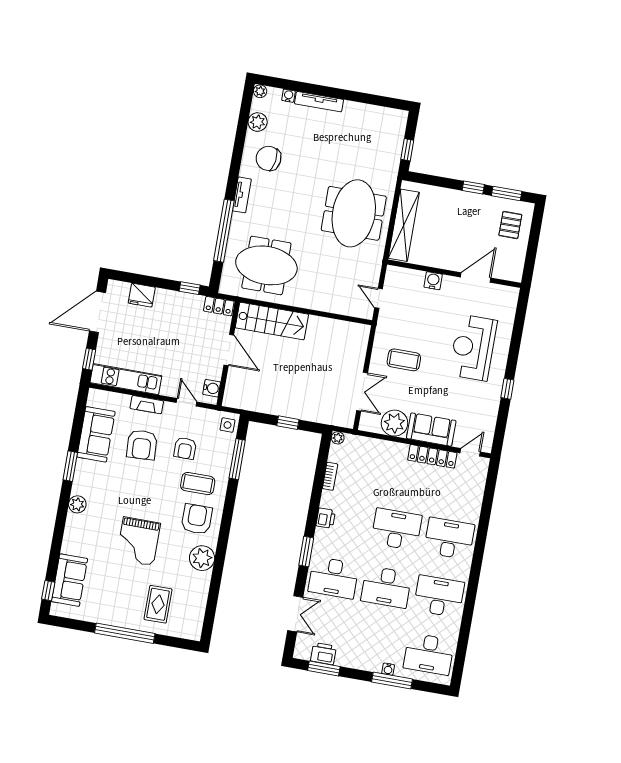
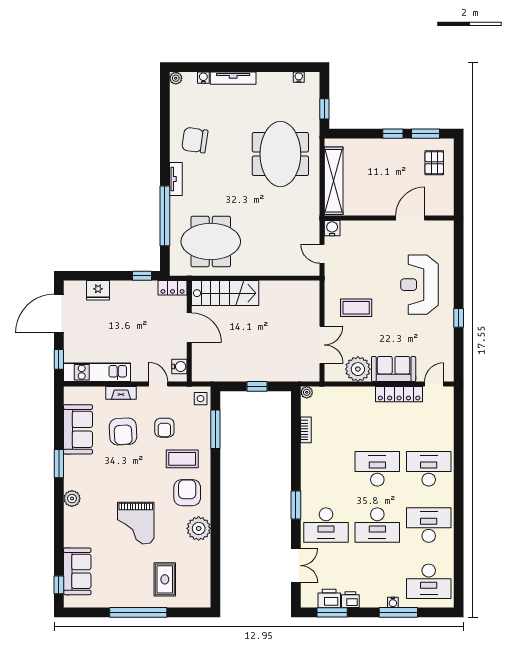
water cooler: (387, 113) -> (299, 77), added
plant: (258, 122) -> (179, 108), removed
meeting table: (354, 213) -> (280, 154), moved
water cooler: (433, 281) -> (332, 228), moved
printer: (326, 518) -> (350, 600), moved, turned -90

